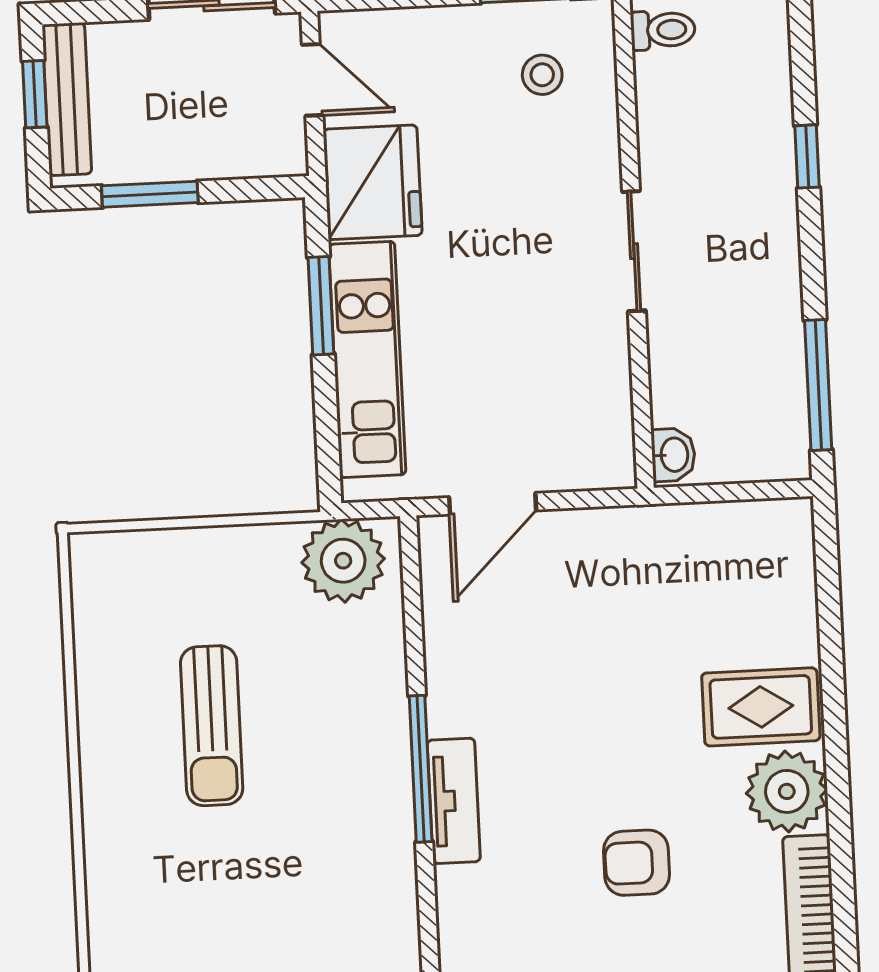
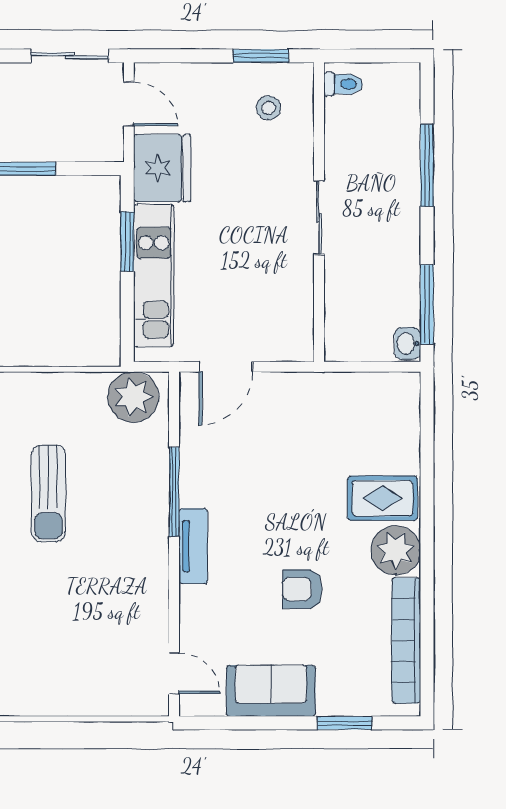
window: (807, 156) -> (427, 165), width x2.17
washbasin: (673, 455) -> (408, 343), moved, turned 180
window: (421, 769) -> (174, 492), moved

